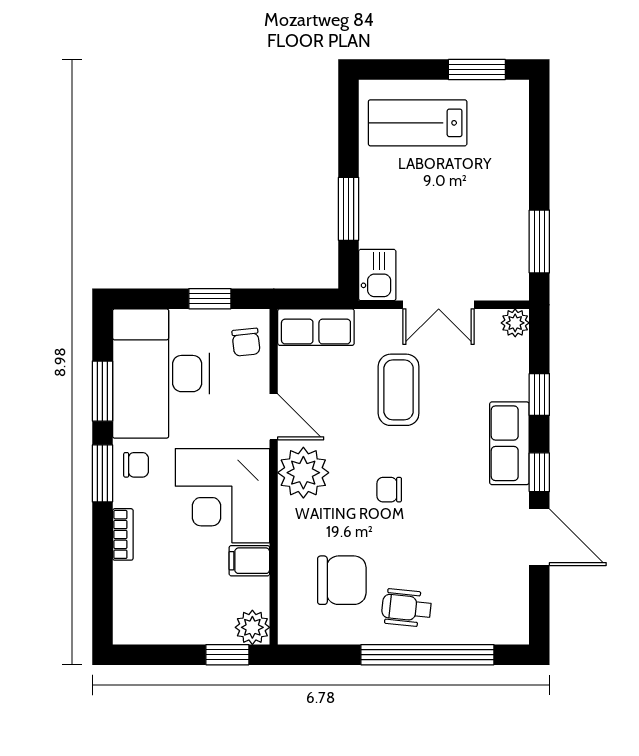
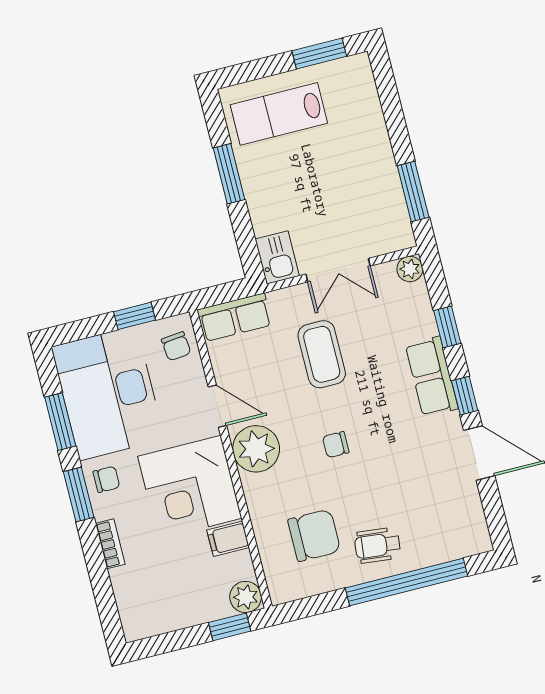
window: (349, 209) -> (229, 174), moved

